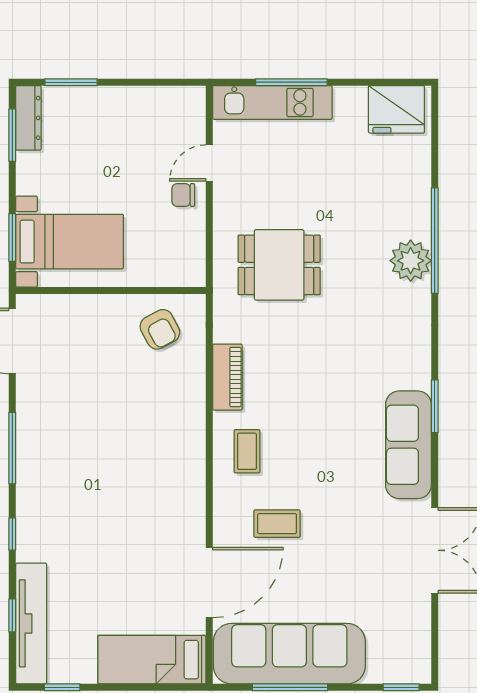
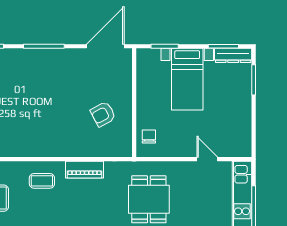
chair: (183, 195) -> (149, 136), moved
bed with nightstands: (70, 242) -> (187, 79), moved
armchair: (160, 329) -> (103, 114), moved

